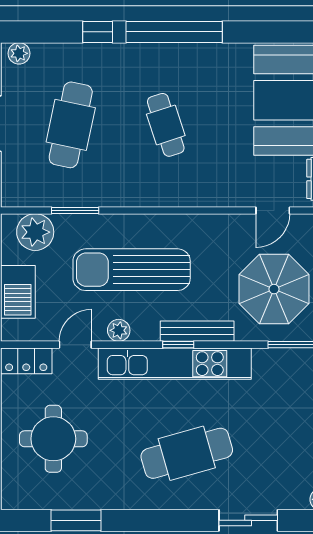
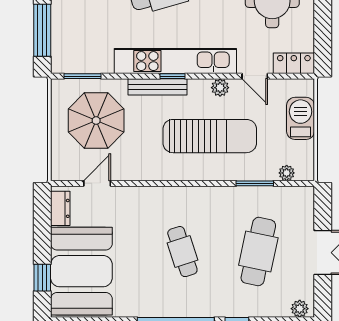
plant: (35, 232) -> (287, 173), width x0.53, depth x0.53
door: (75, 345) -> (255, 76), hinge flipped

